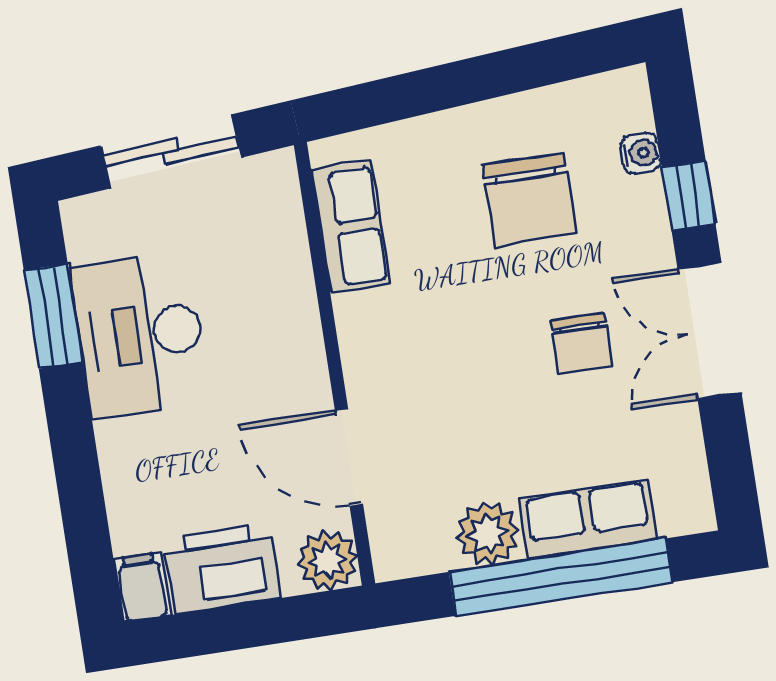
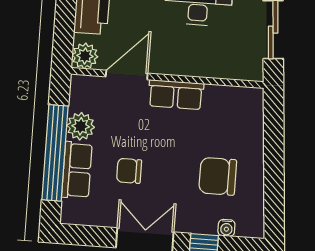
row of seats: (350, 227) -> (176, 95), moved
chair: (582, 343) -> (129, 171), moved

